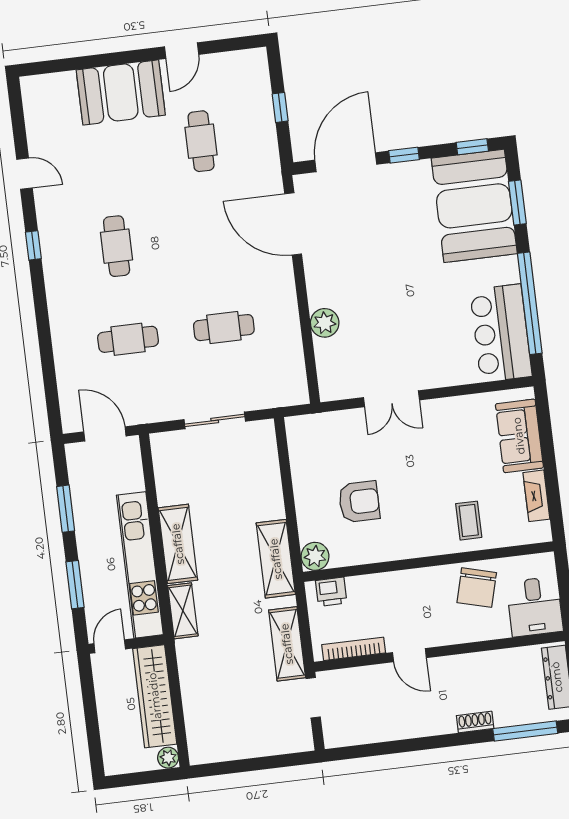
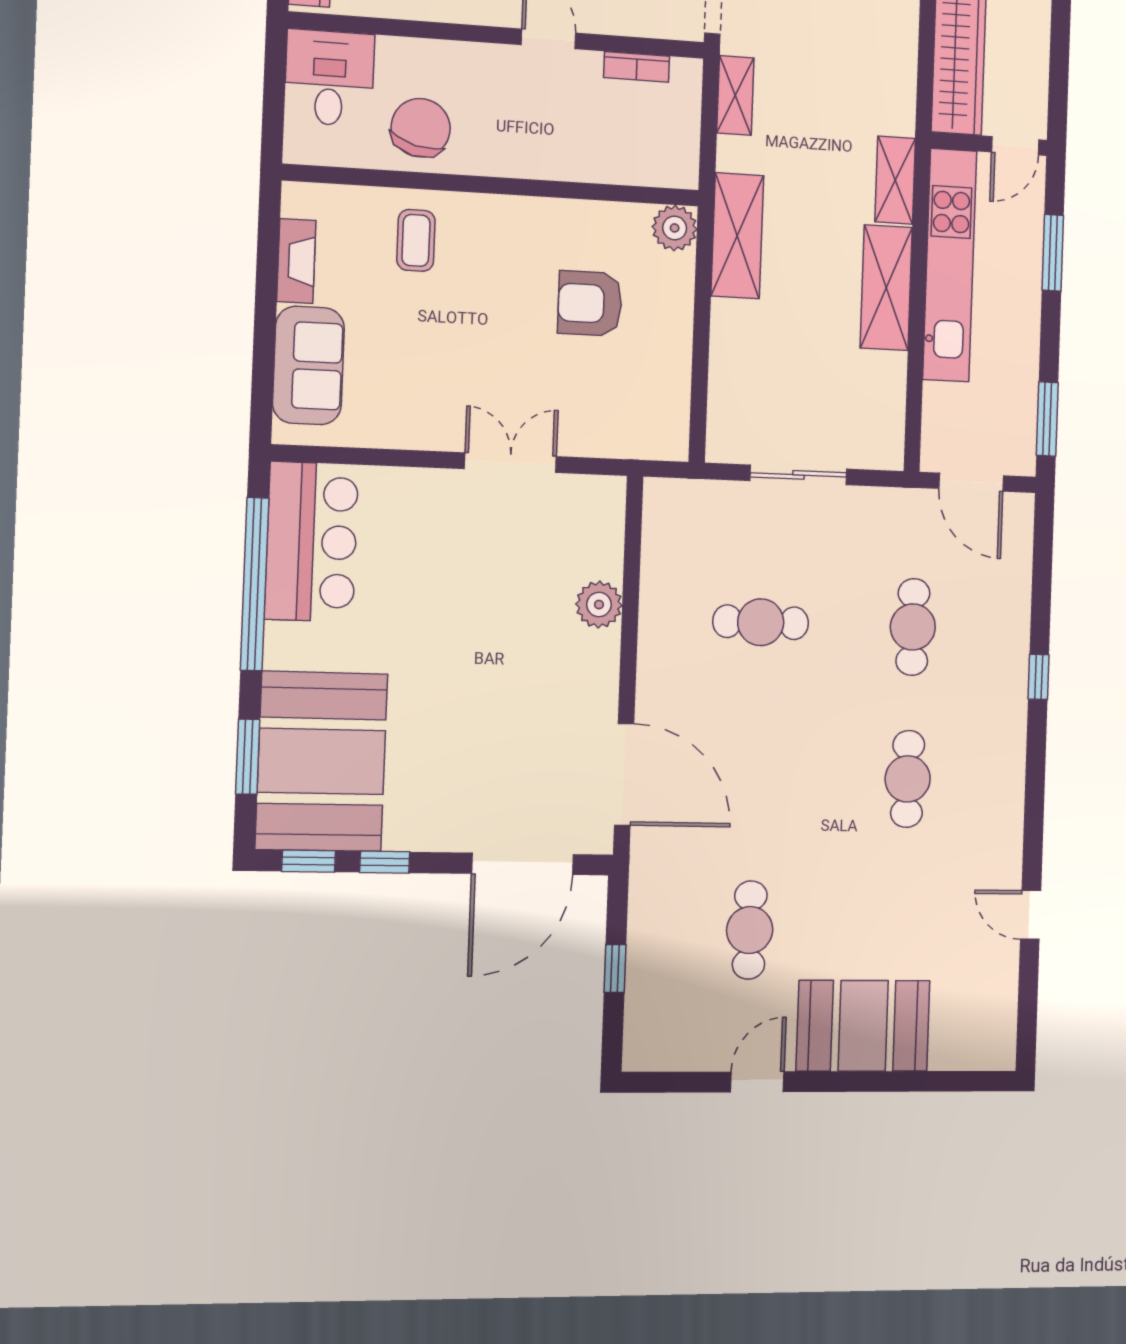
window: (404, 155) -> (385, 862), moved
window: (33, 245) -> (1039, 677), moved
cafe table: (128, 339) -> (913, 627), turned 90
window: (66, 509) -> (1047, 419), moved
printer: (331, 592) -> (658, 166), removed
shelving: (287, 644) -> (735, 95), width x0.67, depth x0.75
bookcase: (354, 649) -> (637, 67), width x0.64

